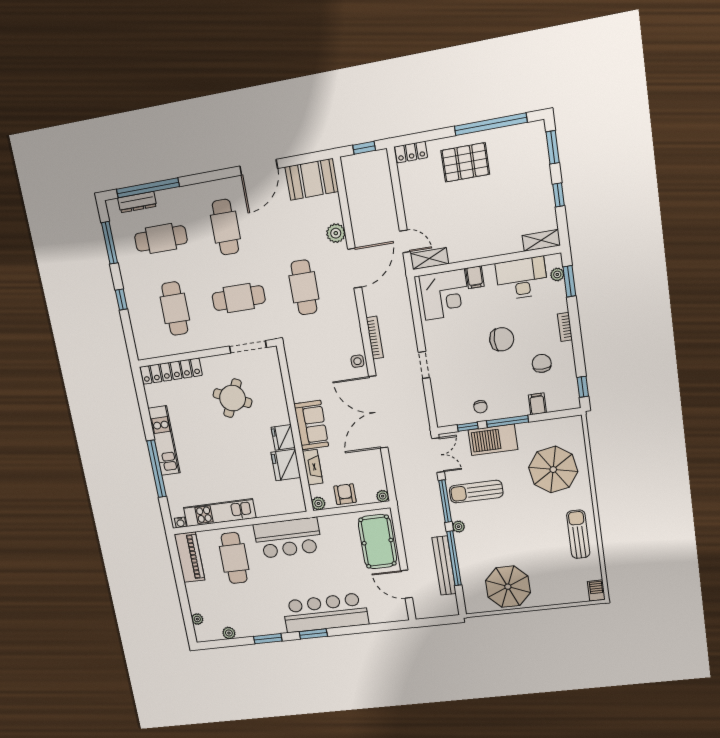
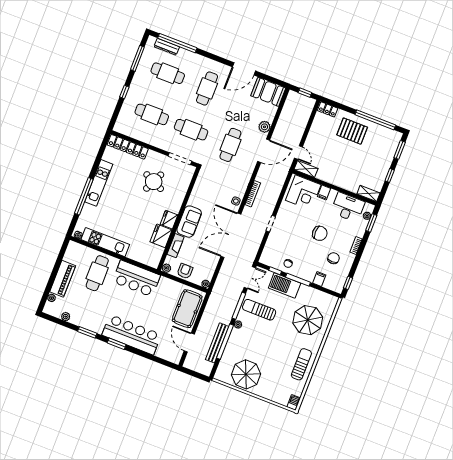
cafe table: (175, 309) -> (152, 114), turned 90
piano: (189, 557) -> (63, 279), moved

